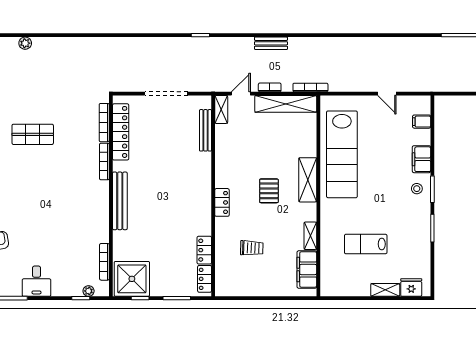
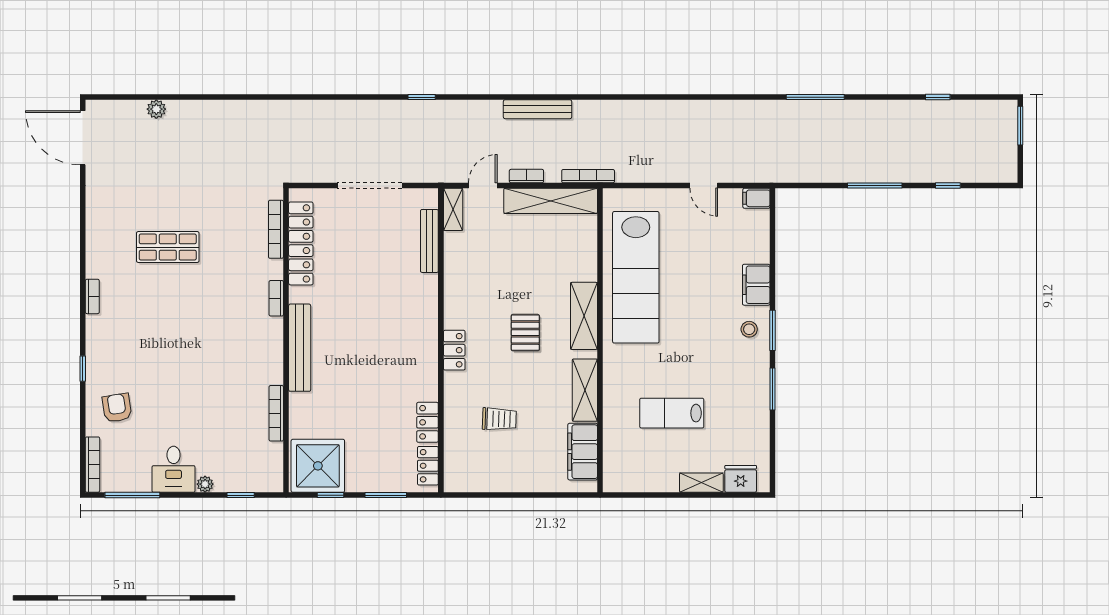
bench: (271, 43) -> (538, 109), width x1.36
filing cabinet: (422, 122) -> (756, 198), moved
bookcase: (104, 161) -> (276, 298), width x0.64
shelving: (310, 236) -> (585, 390), width x1.50, depth x1.33
bookcase: (104, 262) -> (276, 413), moved
plant: (89, 291) -> (205, 484), moved

